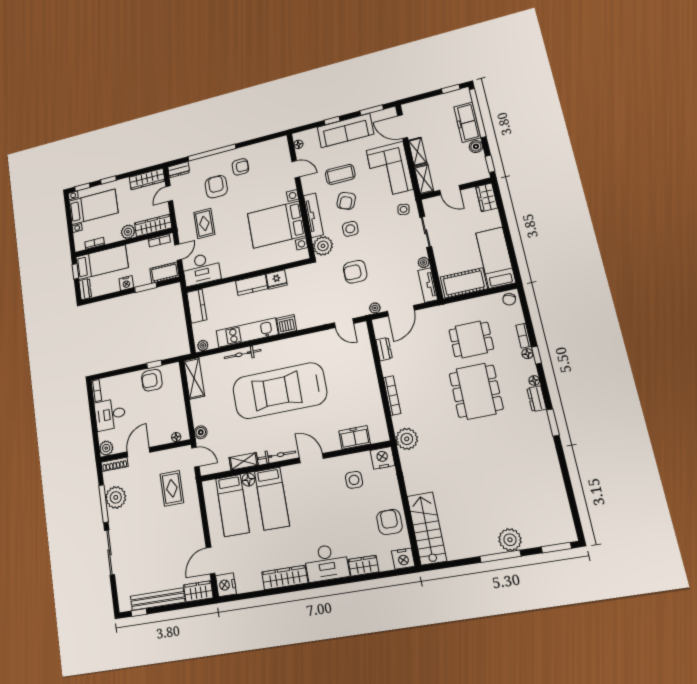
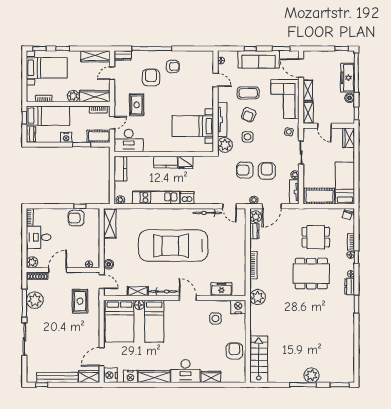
bed with nightstands: (276, 225) -> (193, 126), width x0.73
armchair: (385, 266) -> (267, 171), added
plant: (382, 329) -> (256, 217), added
bicycle: (243, 354) -> (207, 213), moved
dining table: (476, 391) -> (311, 274), turned 90
bed: (232, 505) -> (120, 321), width x1.50
nightstand: (403, 559) -> (130, 376), moved

